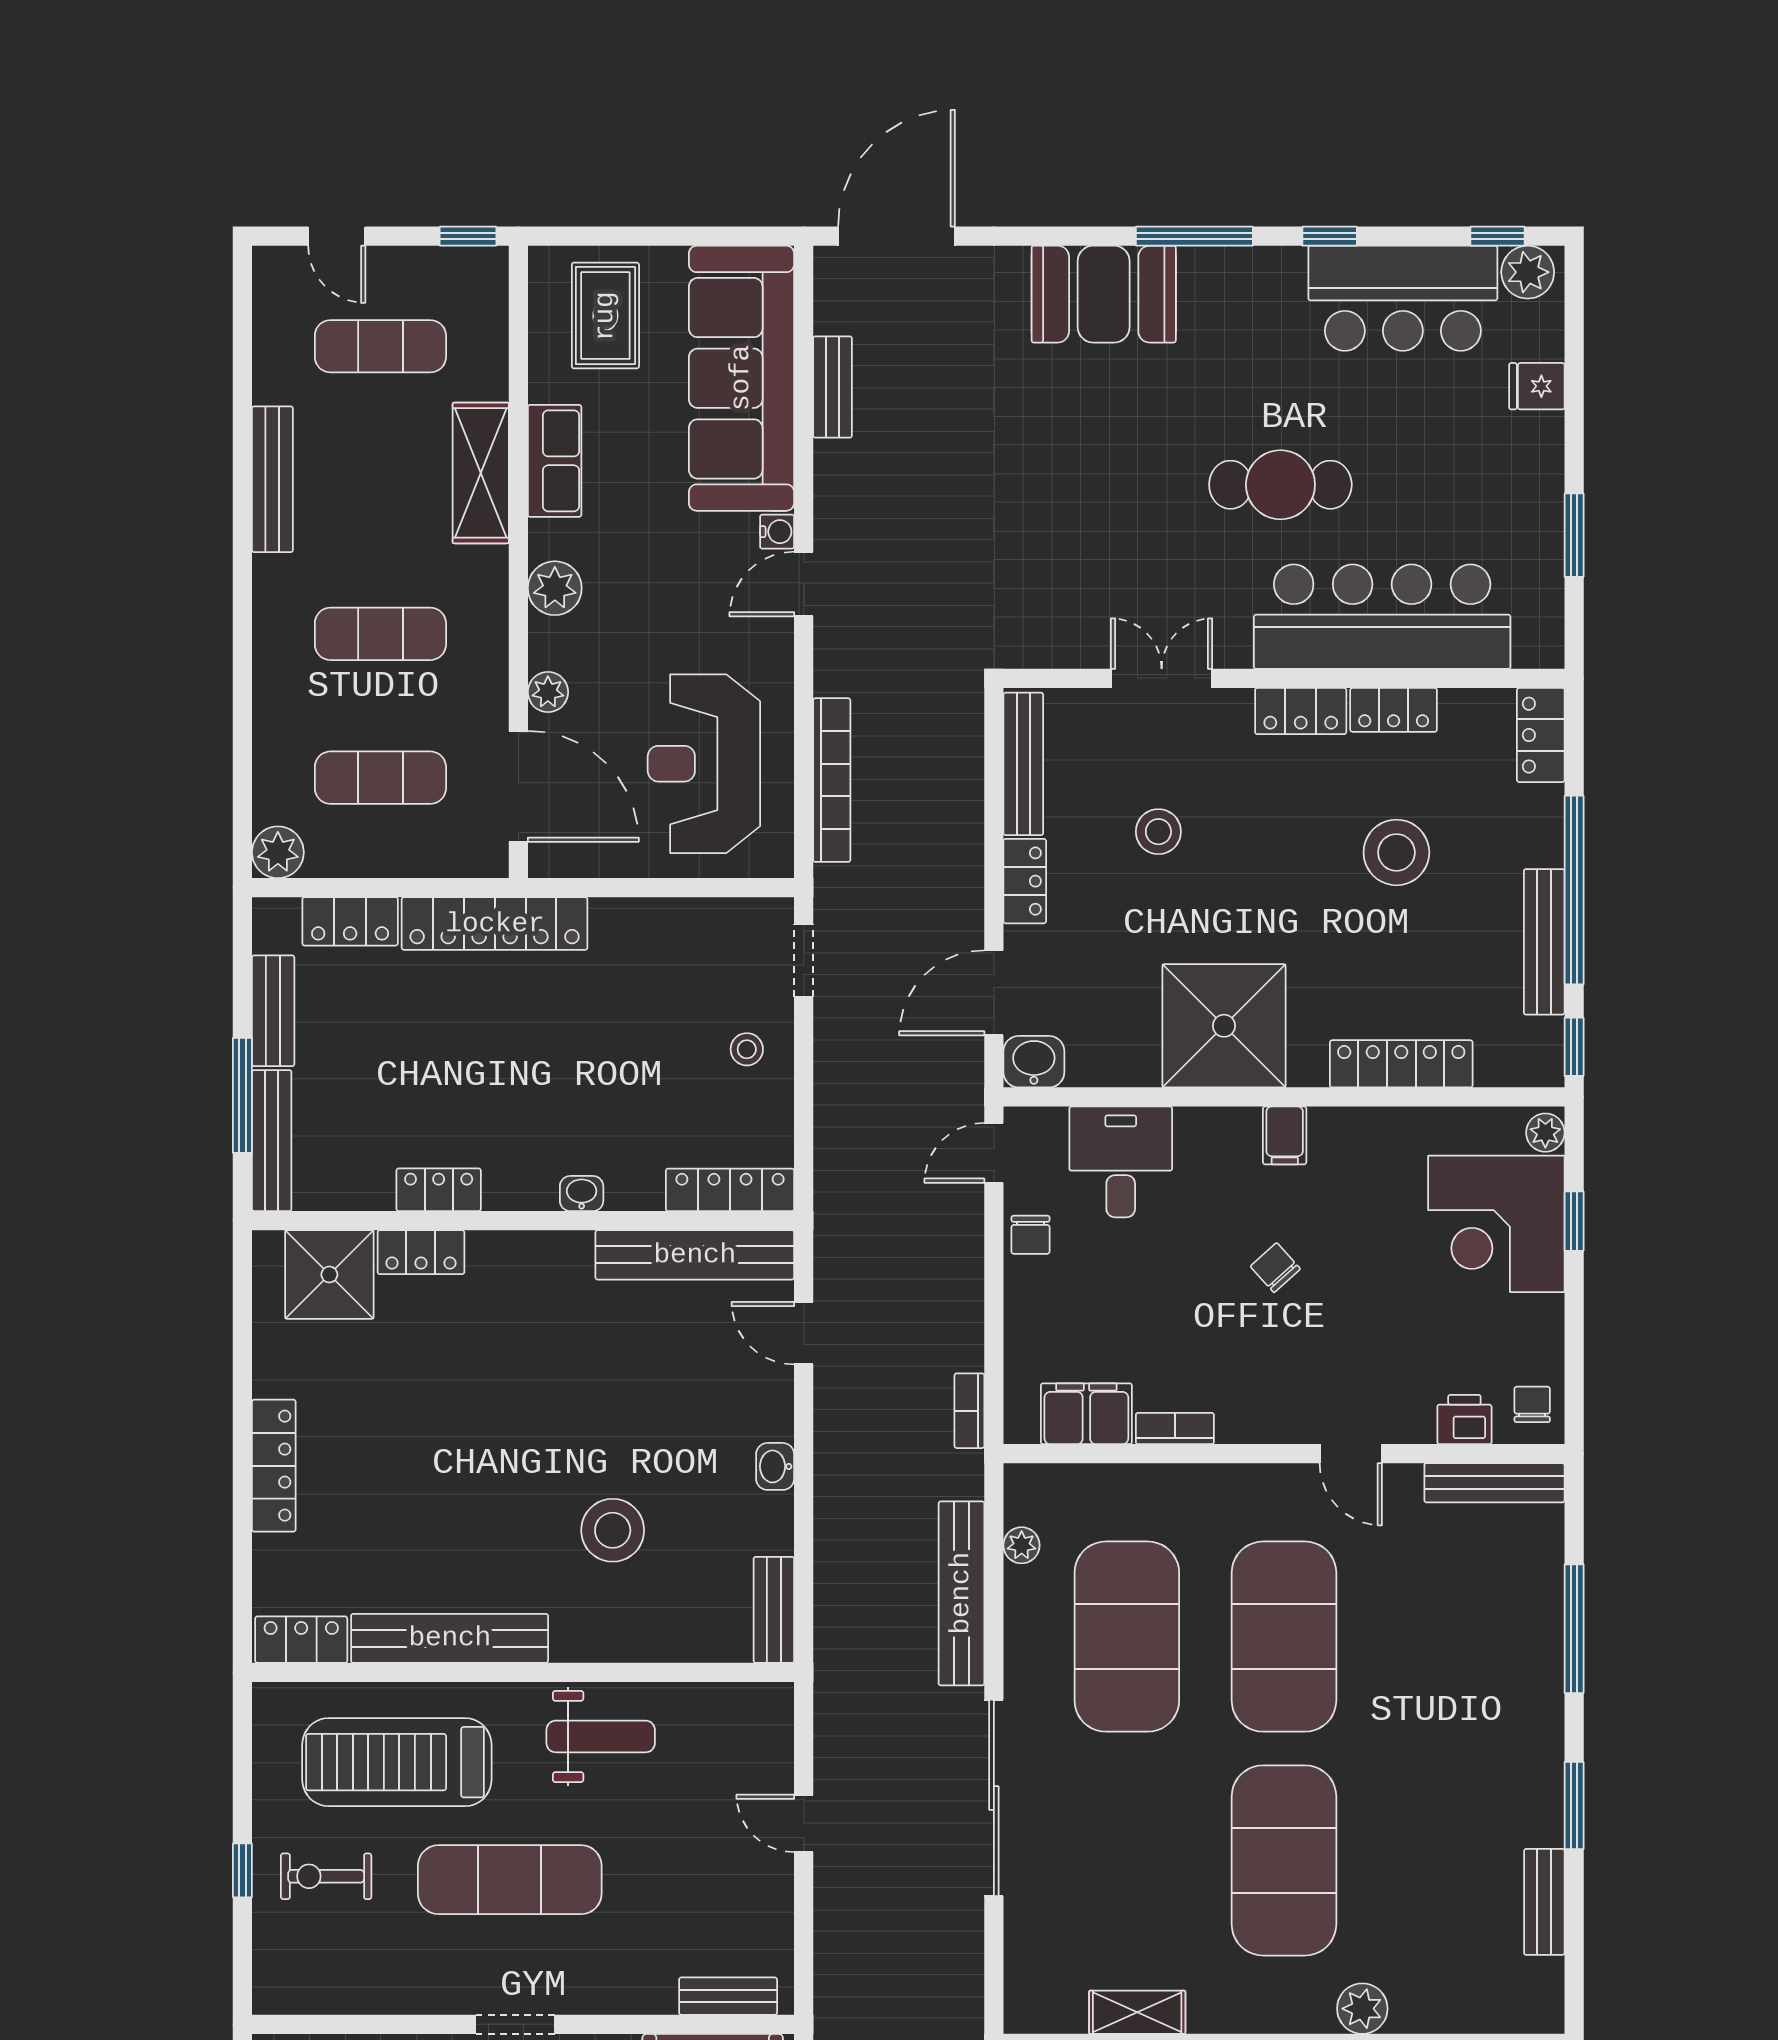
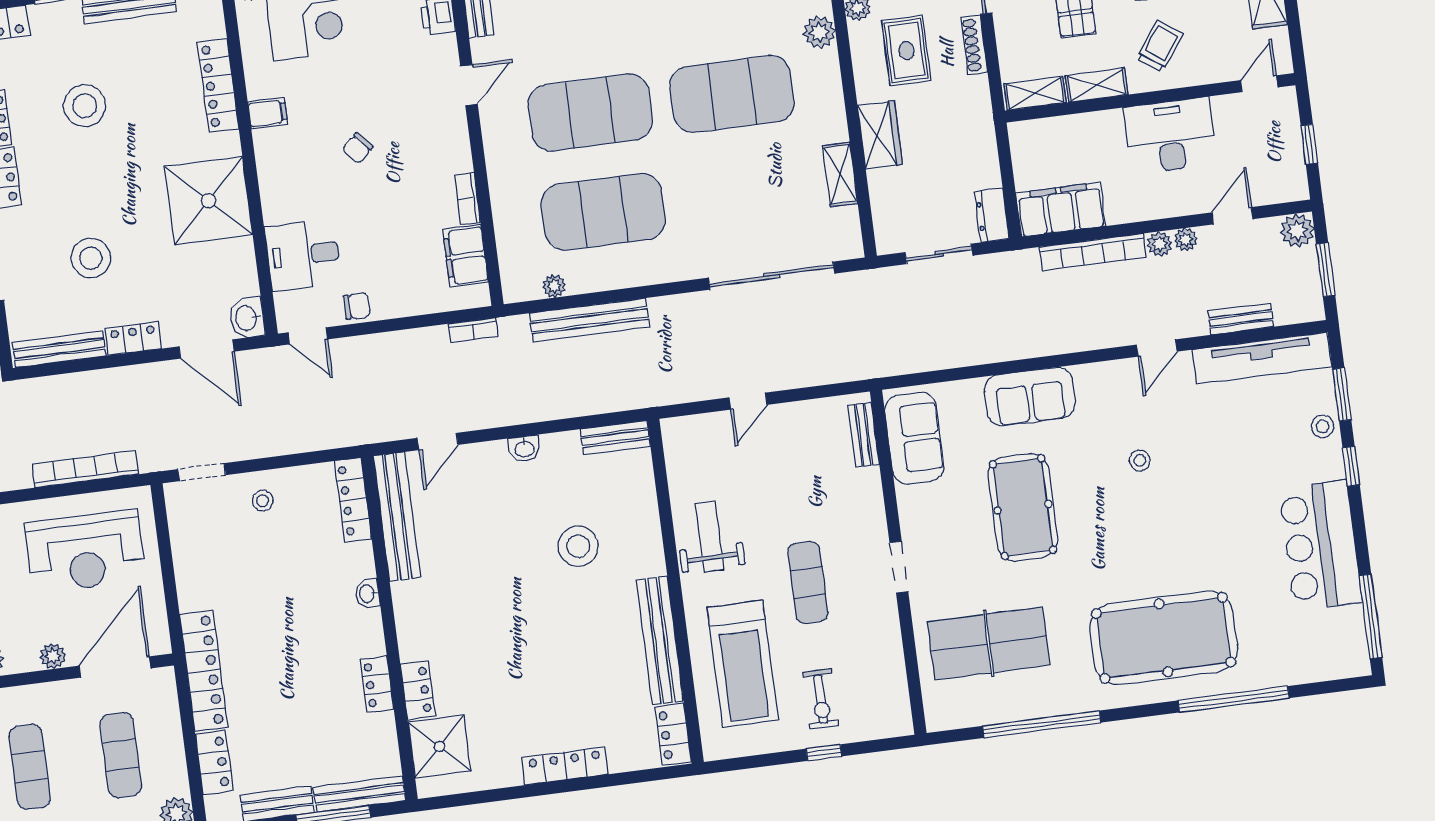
stool: (1158, 832) -> (91, 258), width x1.38, depth x1.38
filing cabinet: (1285, 1135) -> (268, 113), moved
sliding door: (994, 1798) -> (772, 276), moved
exercise mat: (510, 1880) -> (808, 583), width x0.73, depth x0.69

